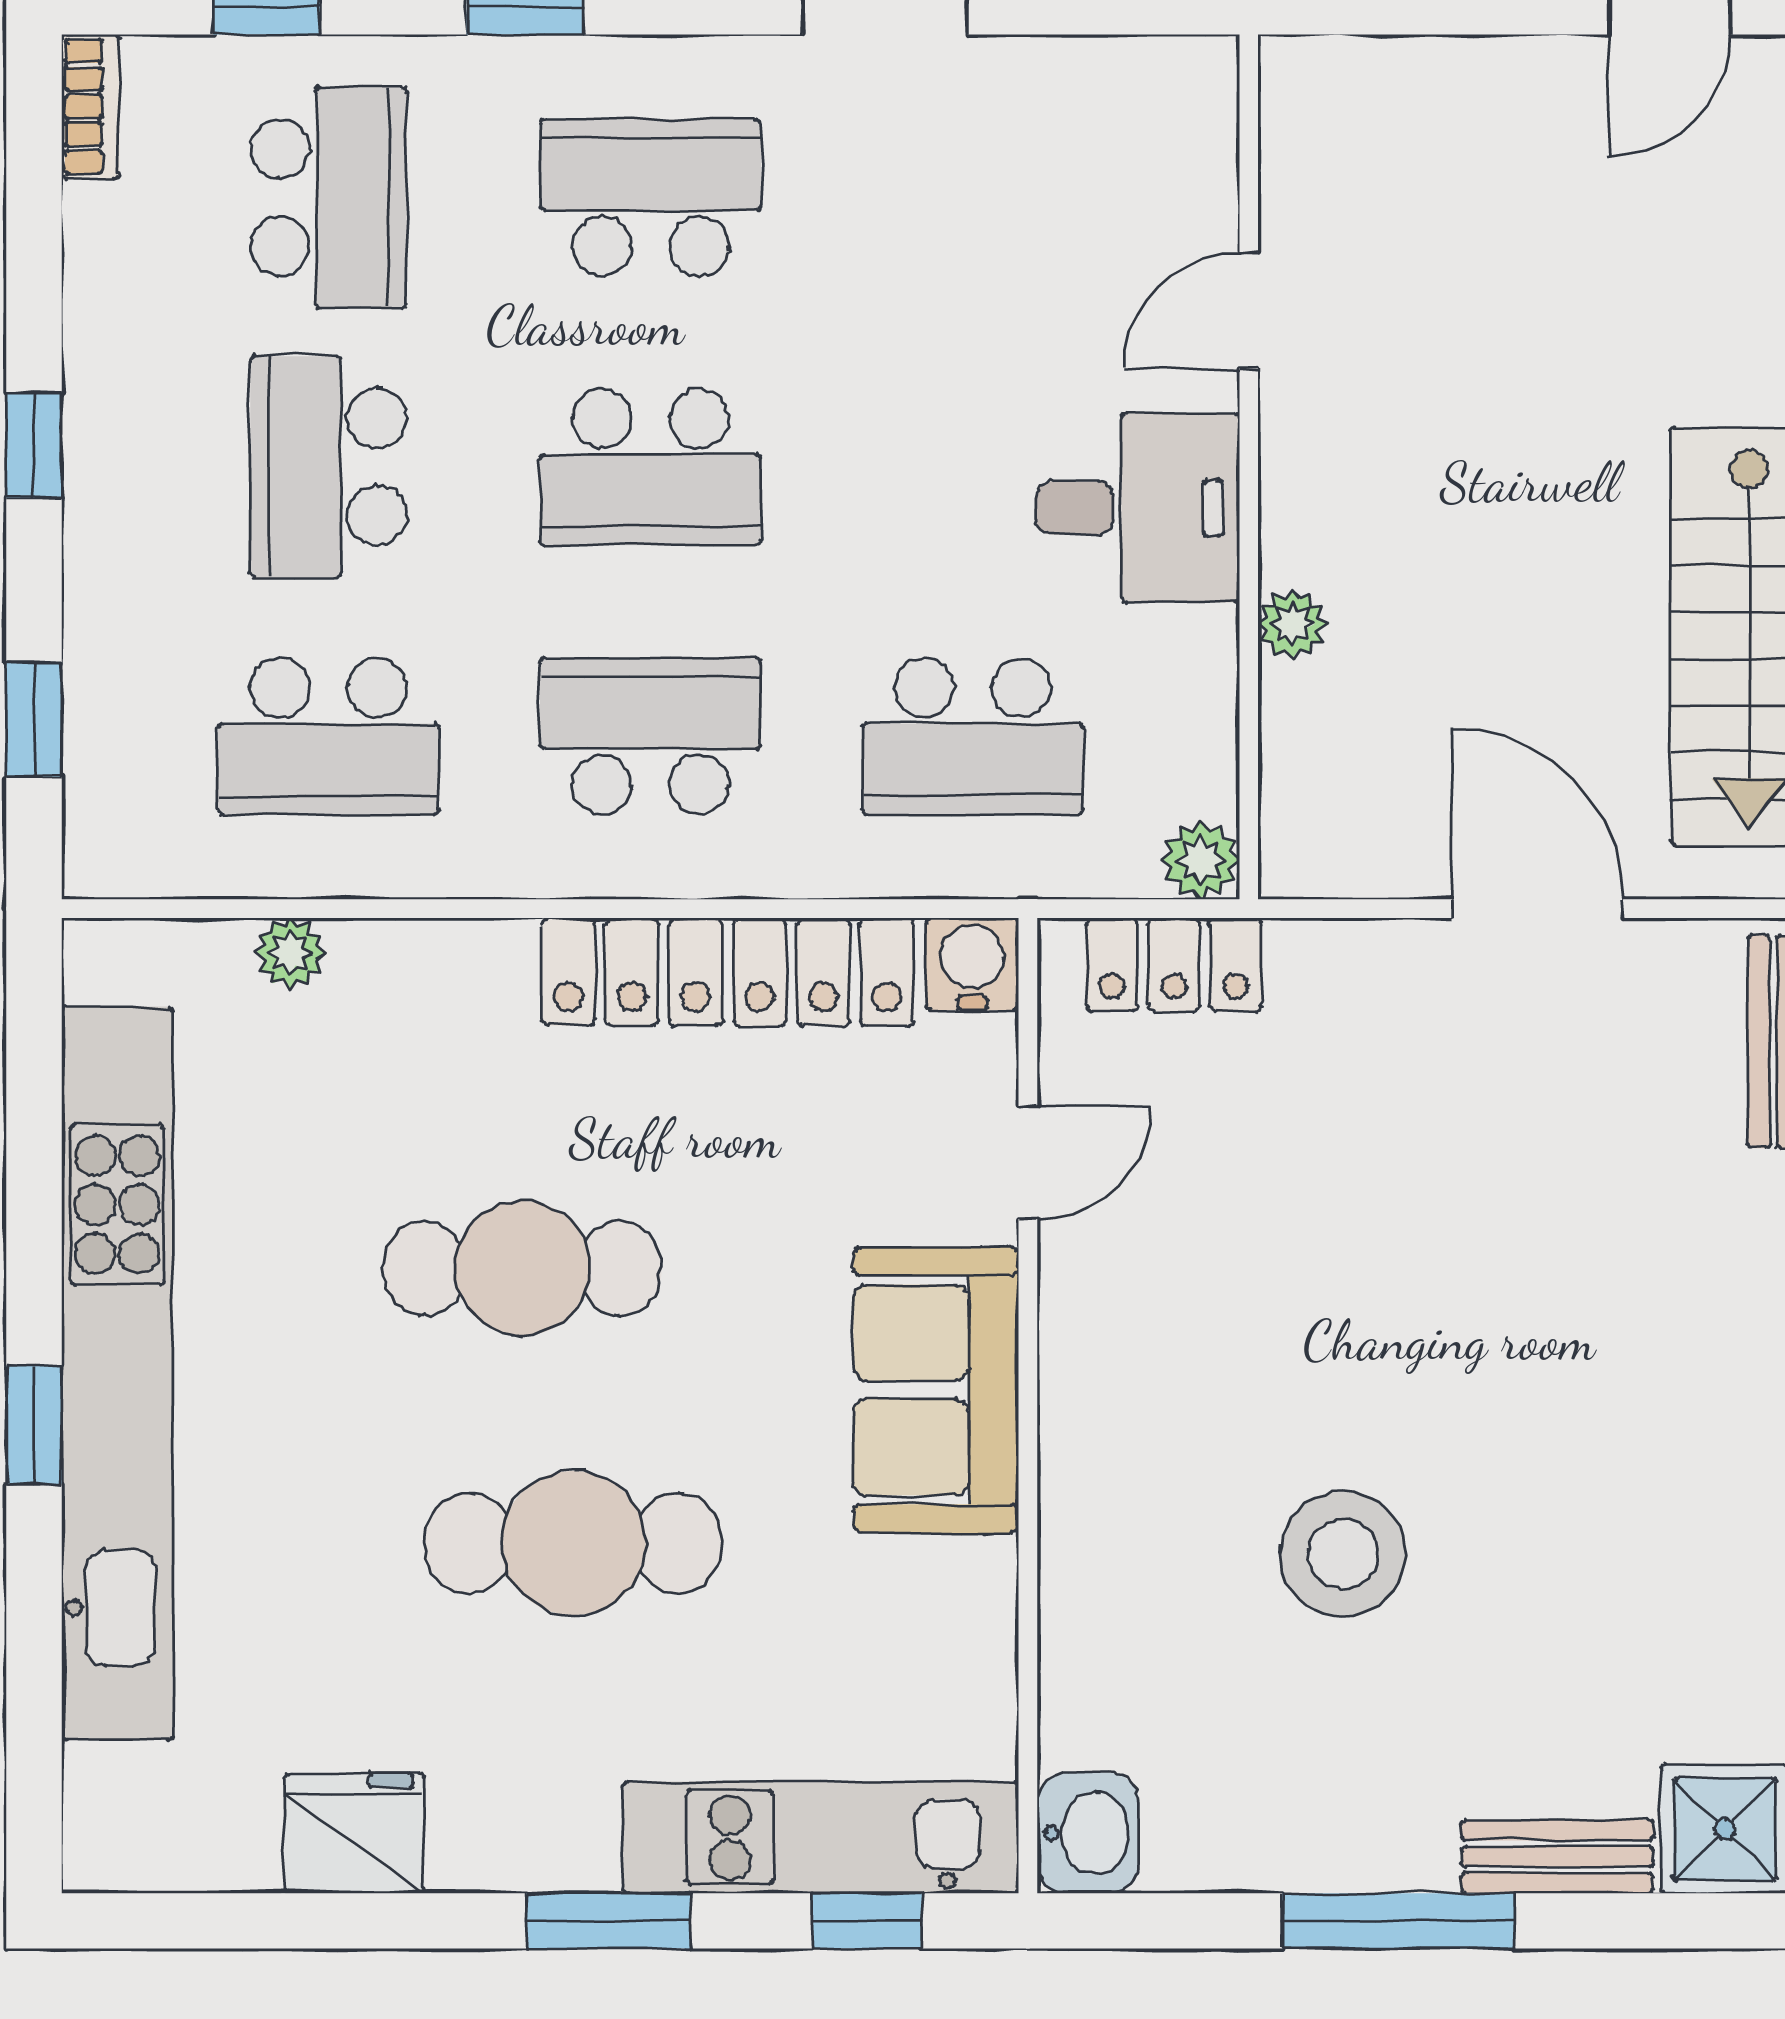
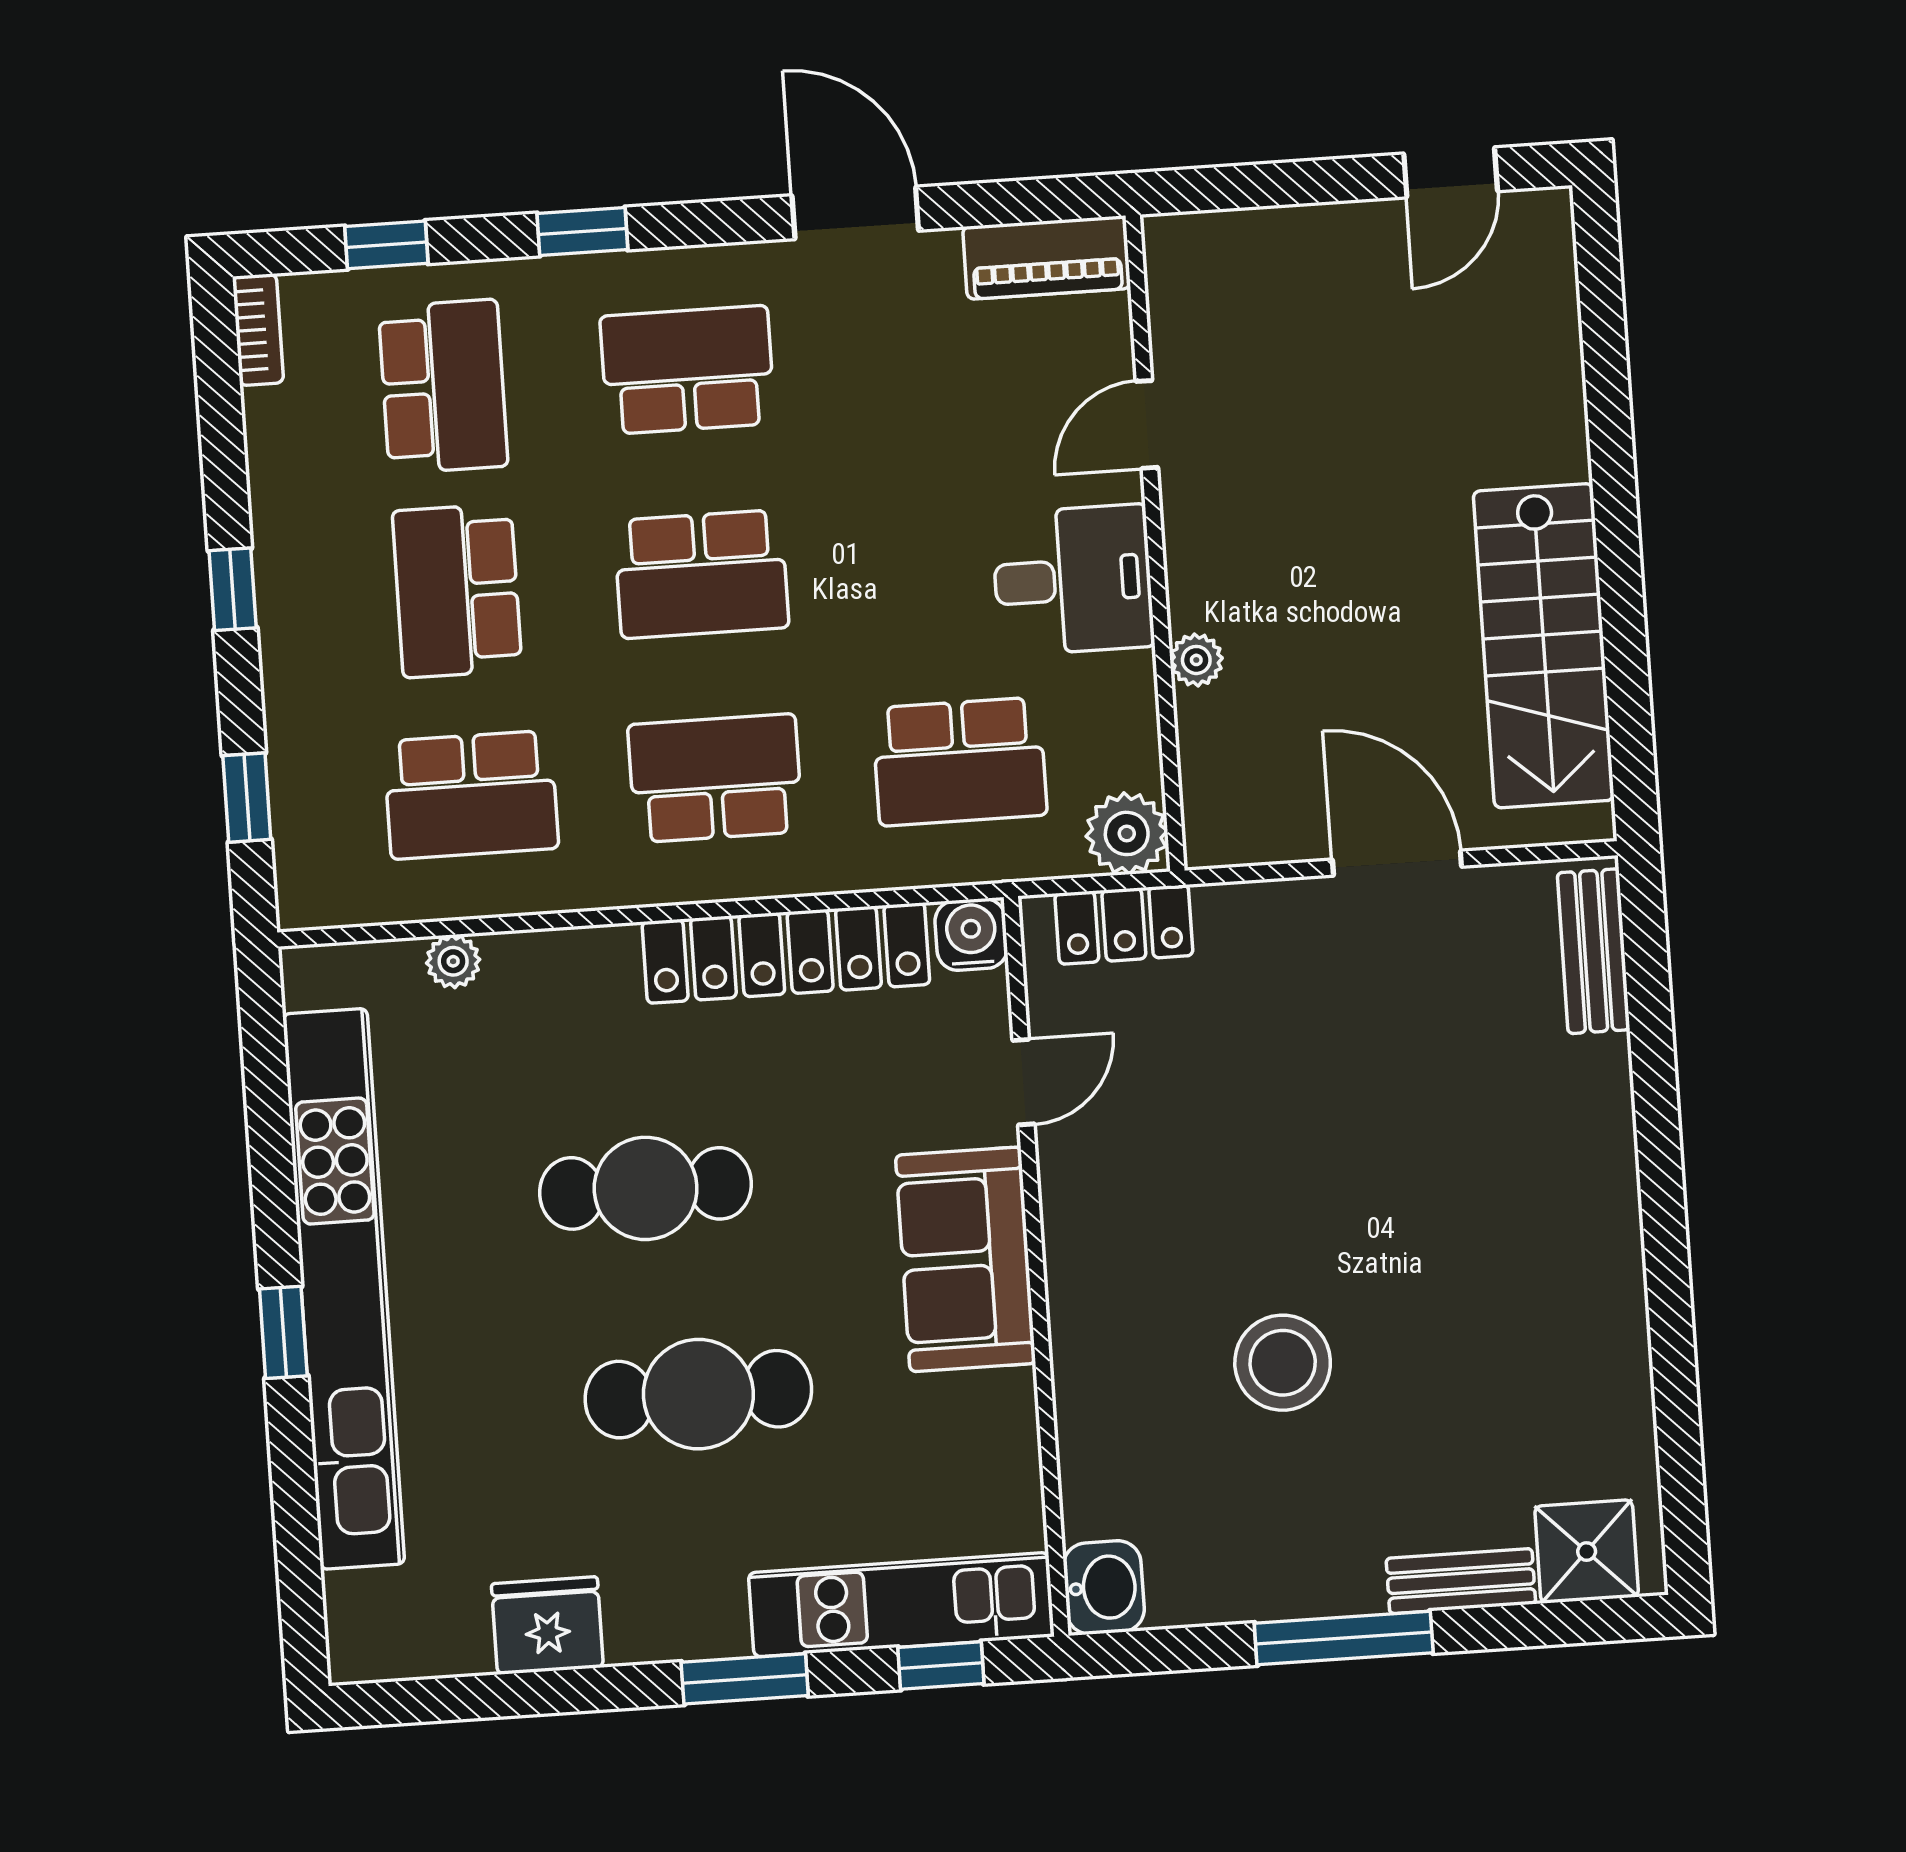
piano: (1132, 82) -> (1047, 258), added
plant: (1200, 860) -> (1127, 833), width x1.38, depth x1.38

